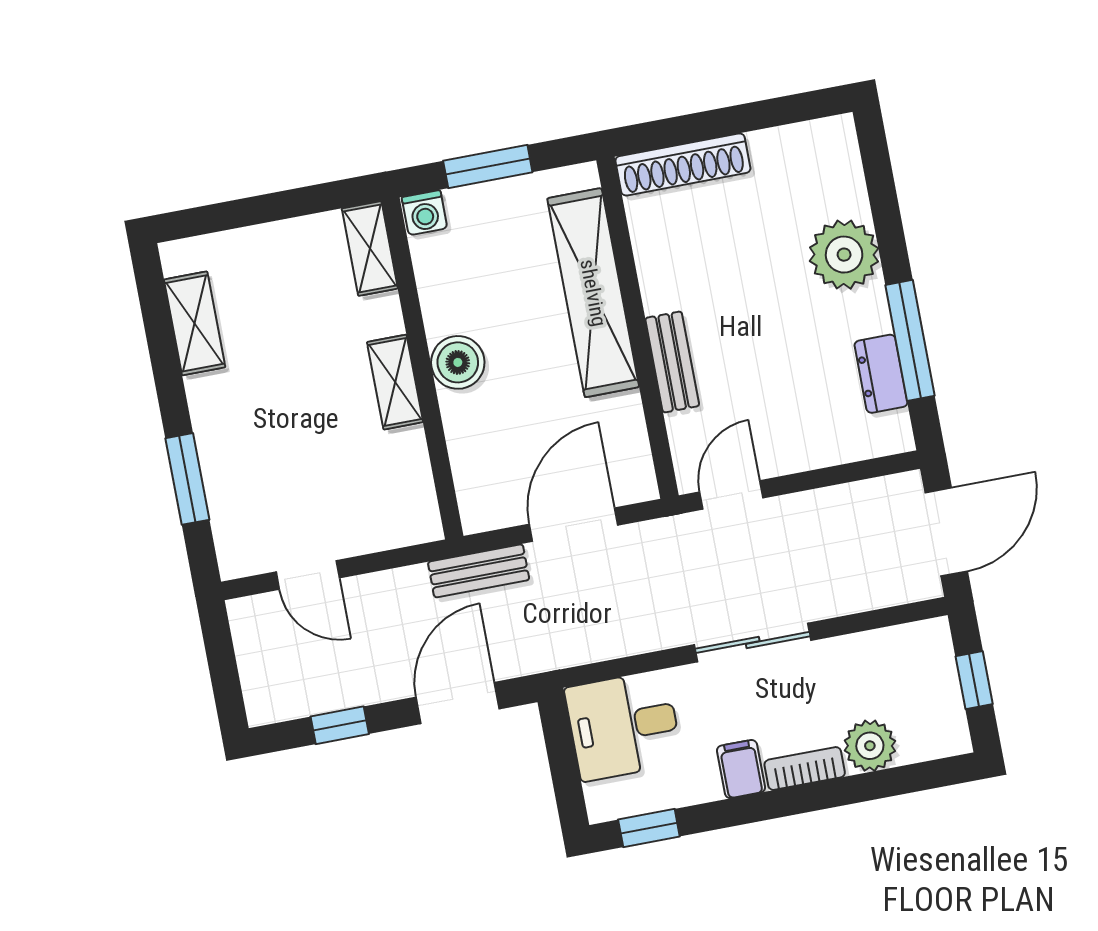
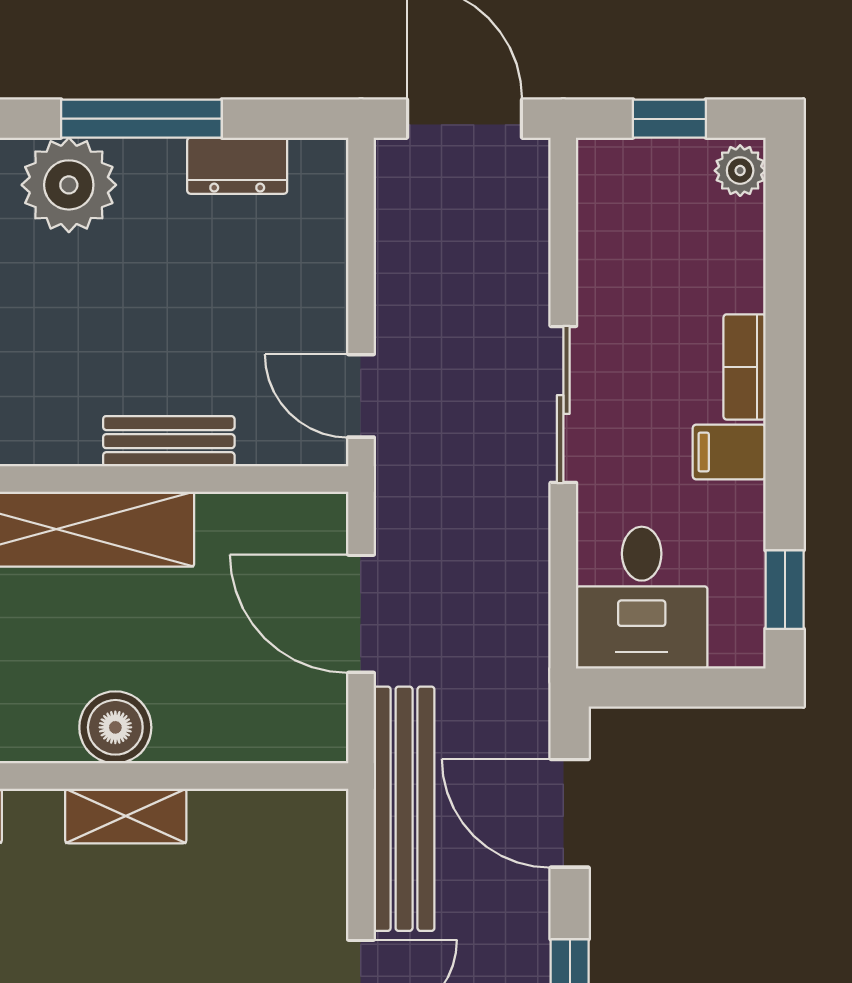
window: (910, 340) -> (141, 119), moved
bench: (479, 571) -> (404, 809), width x1.86, depth x1.21
plant: (870, 746) -> (740, 171), moved, width x0.73, depth x0.73

